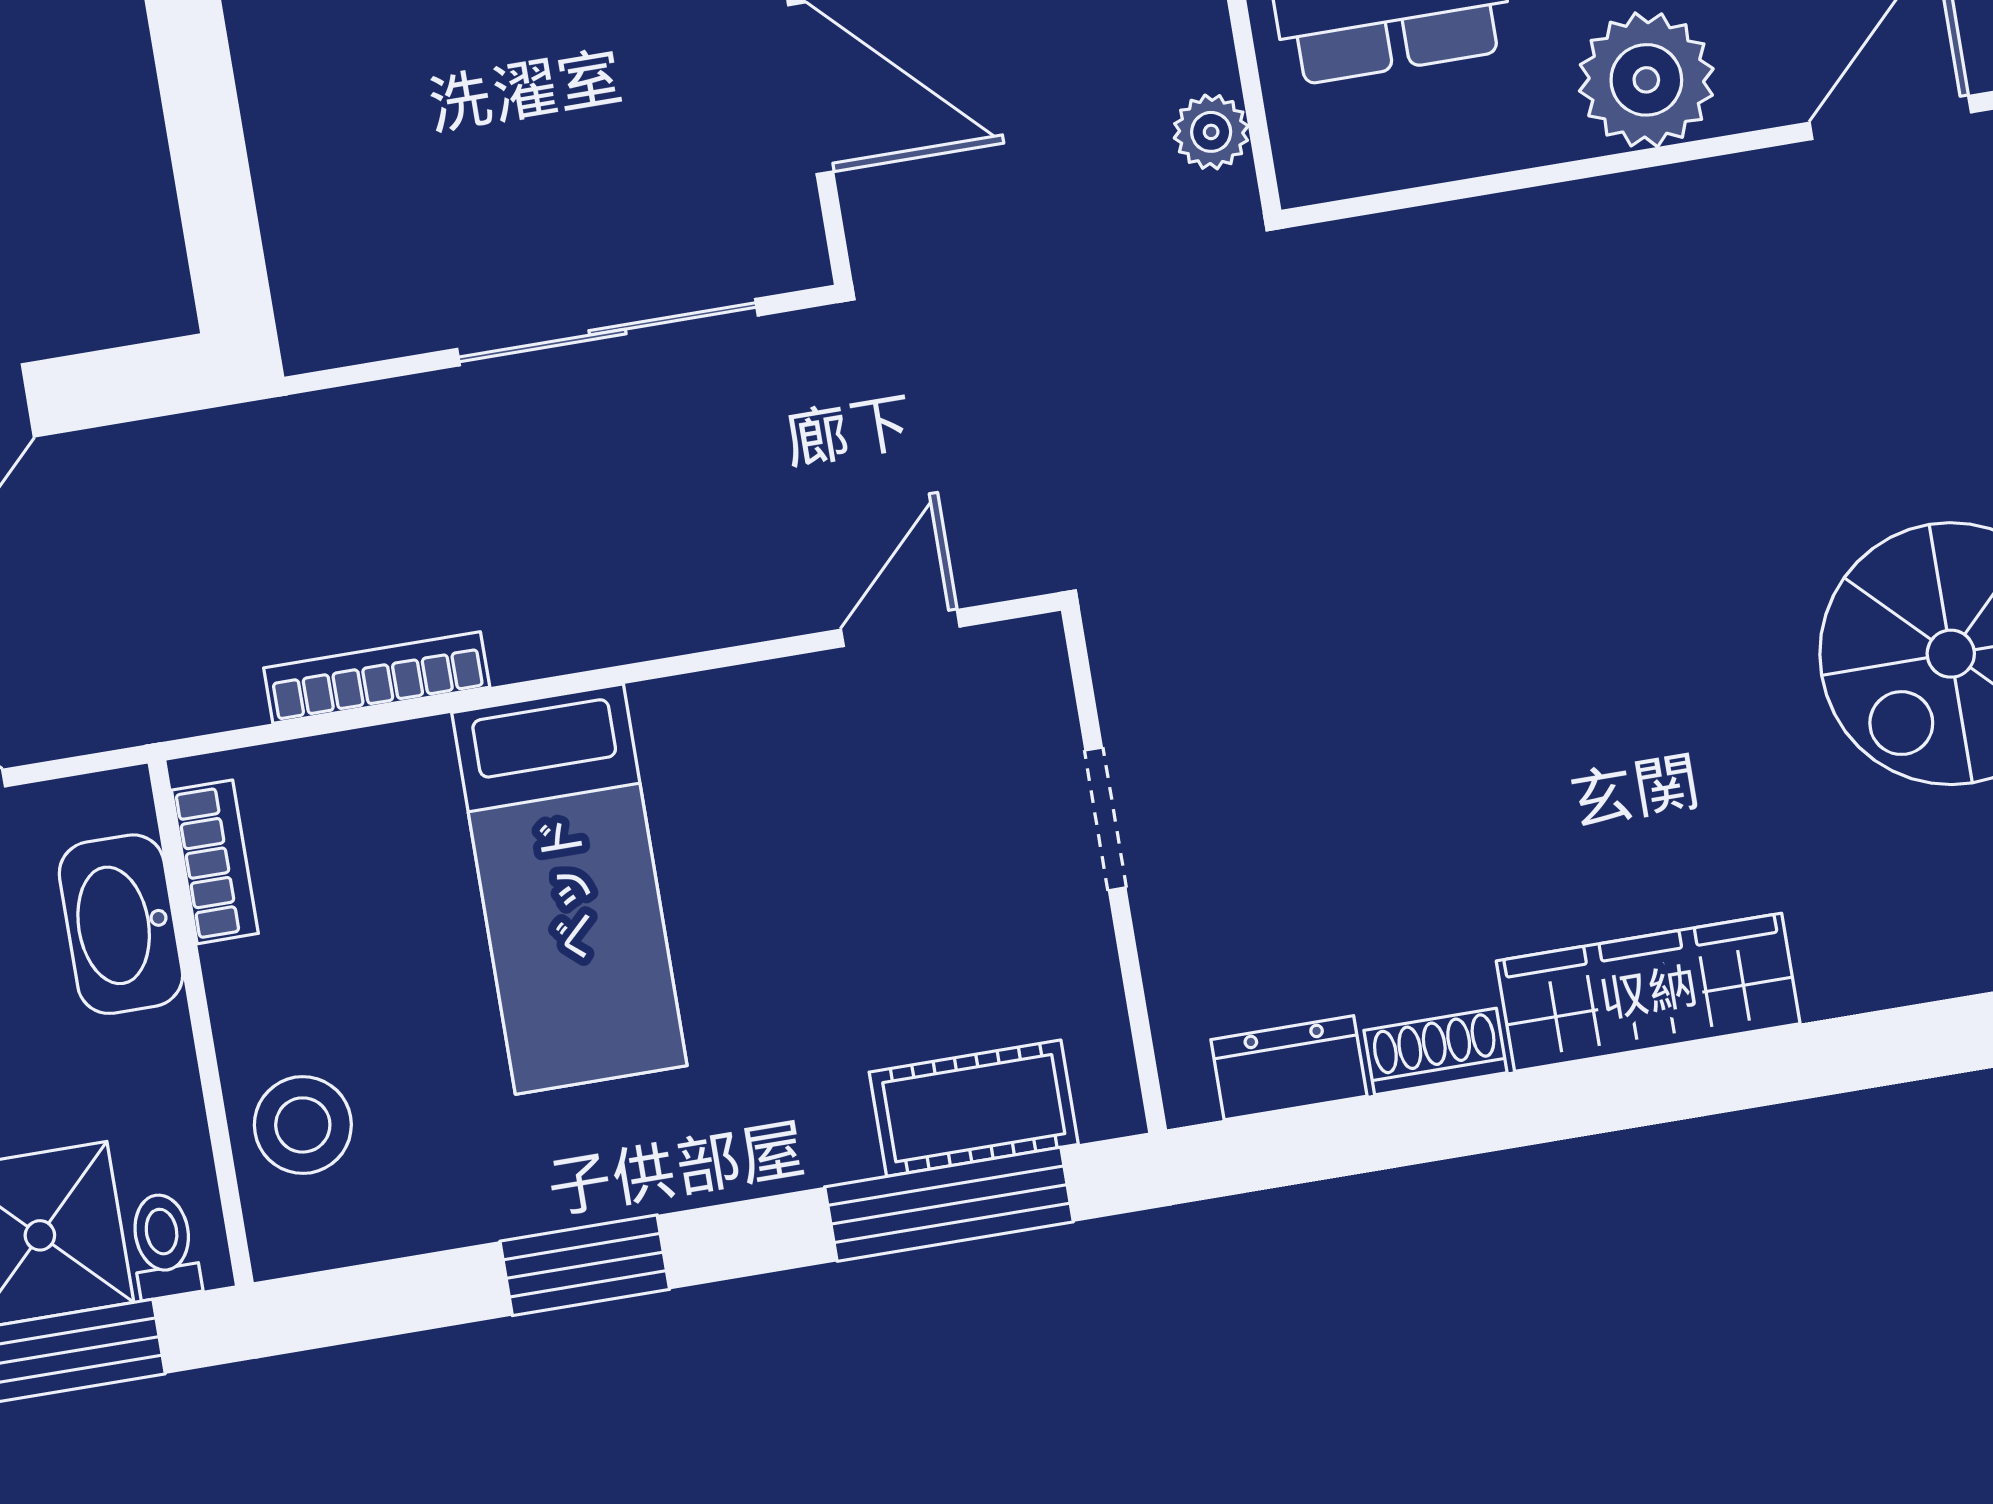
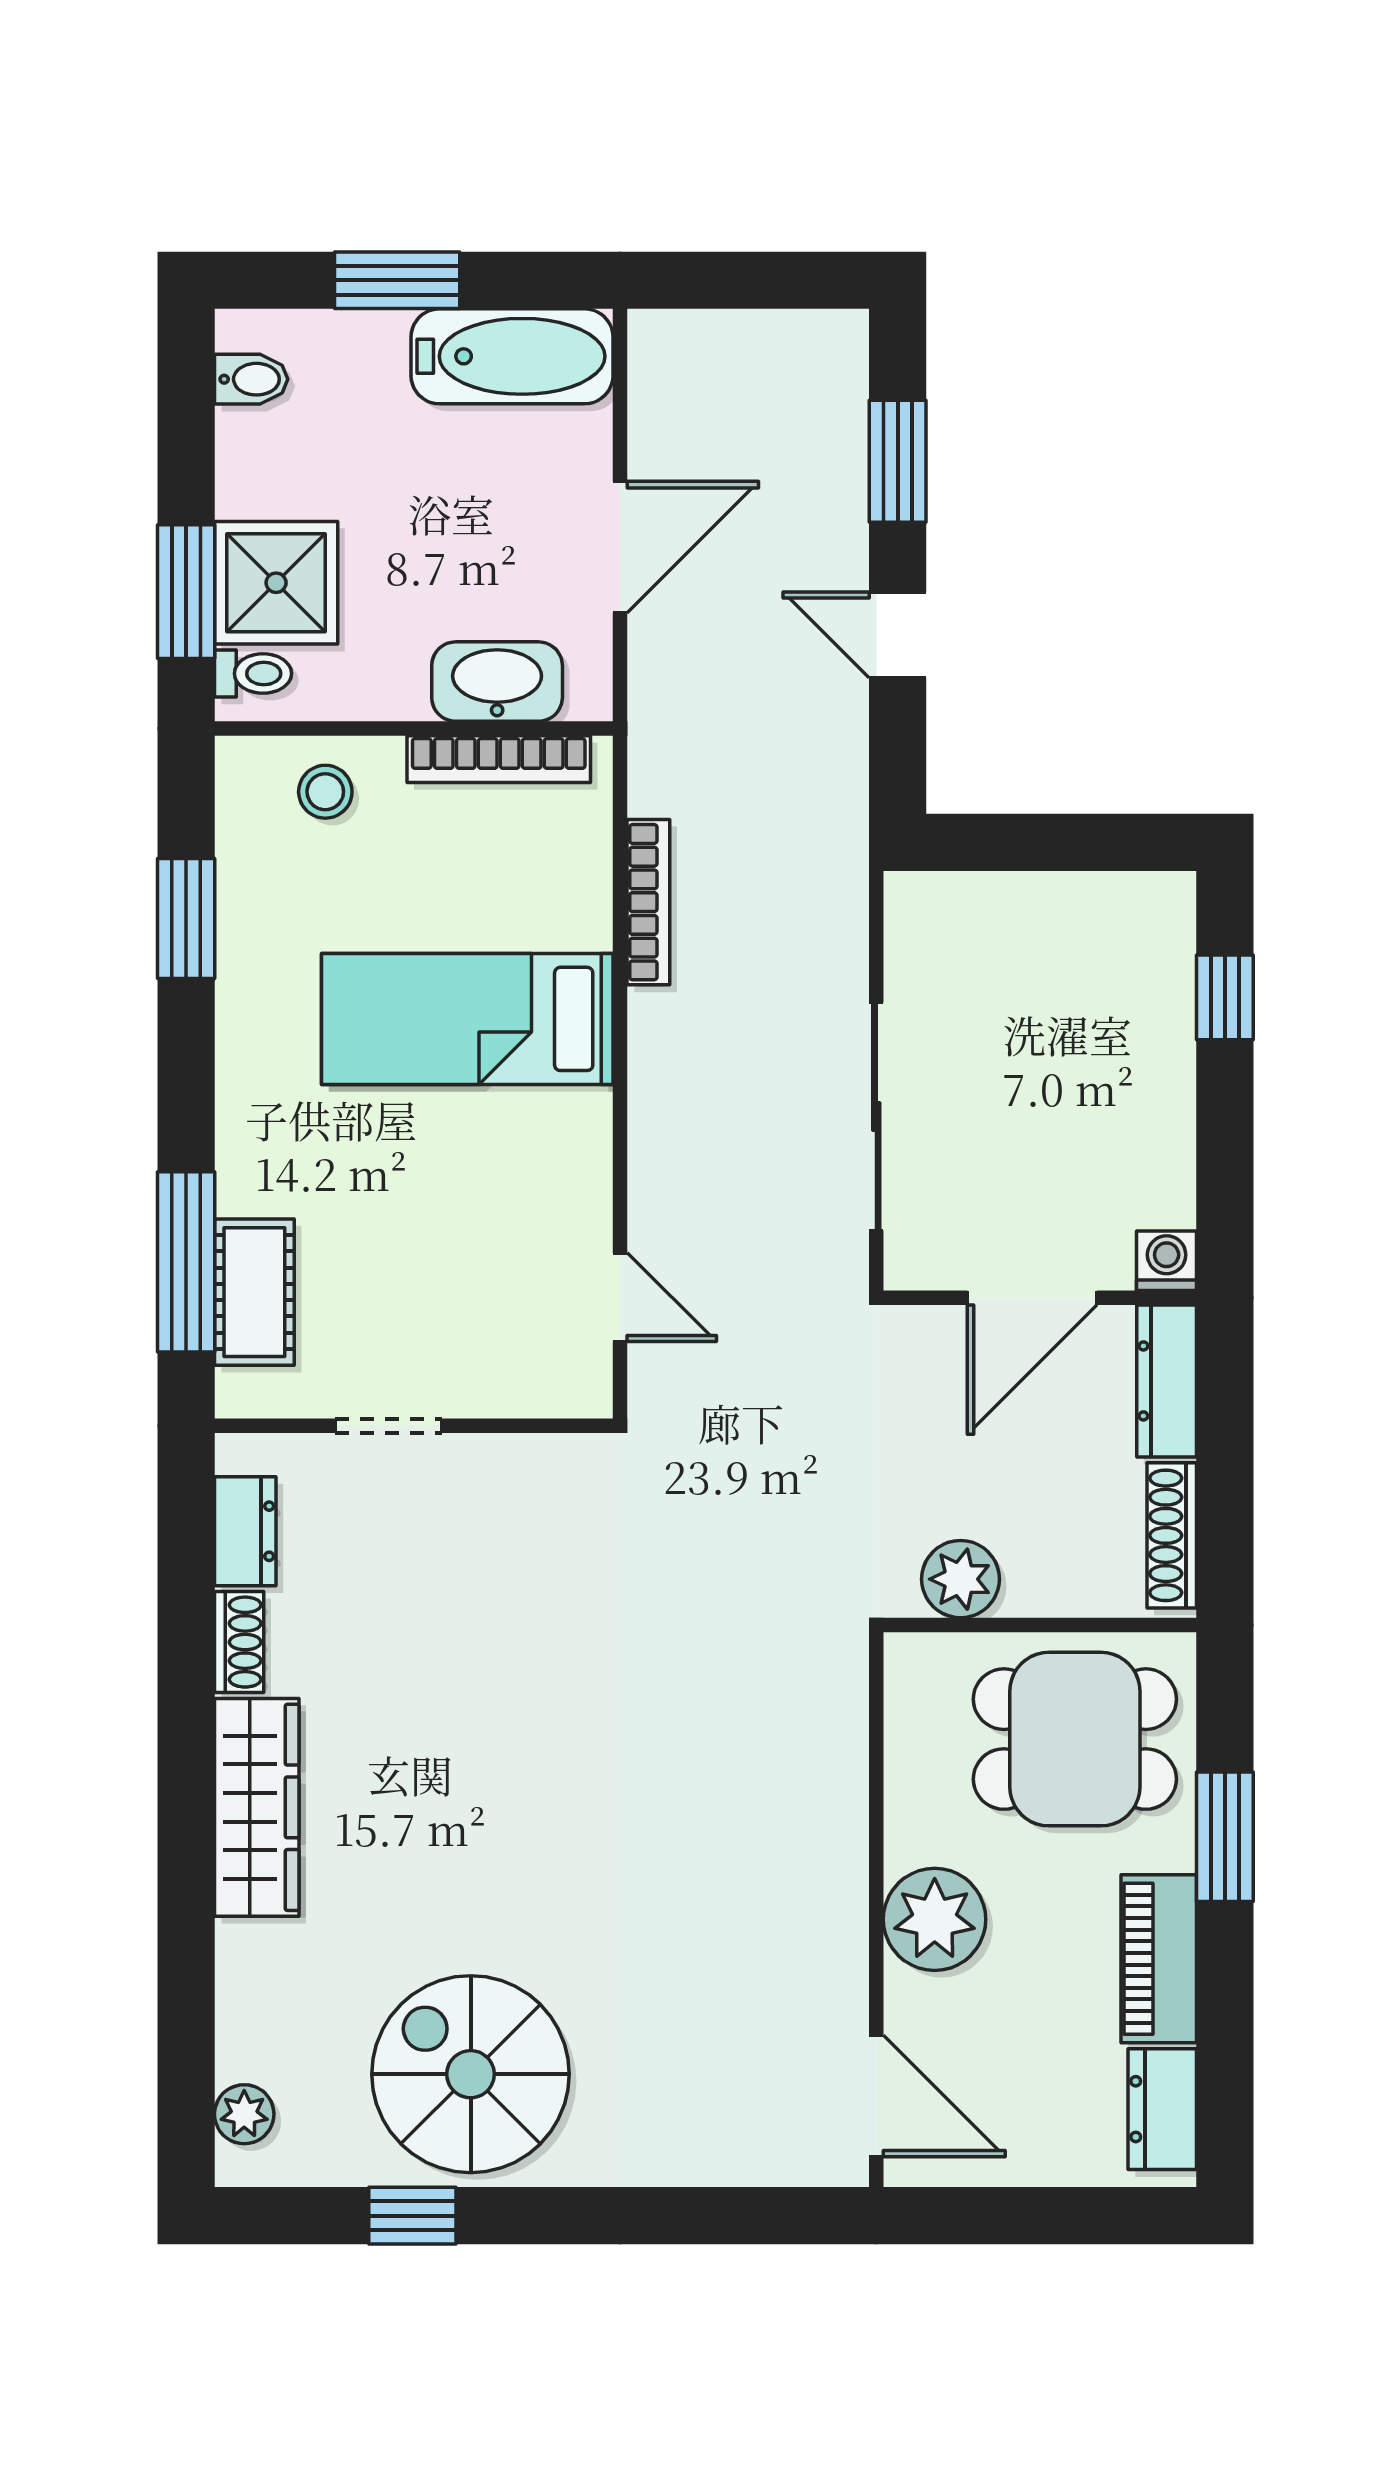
plant: (1211, 132) -> (961, 1579), width x1.38, depth x1.38
doorway: (1105, 819) -> (389, 1426), moved
bookcase: (215, 862) -> (499, 759), width x1.56
stool: (303, 1125) -> (325, 792), width x0.73, depth x0.73
window: (585, 1265) -> (186, 918), moved

